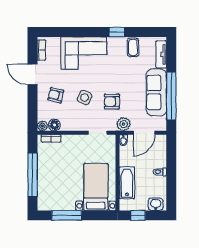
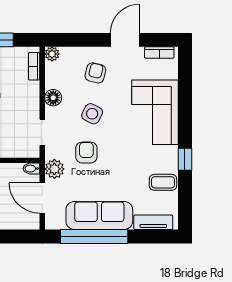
floor lamp: (54, 125) -> (53, 98), moved

